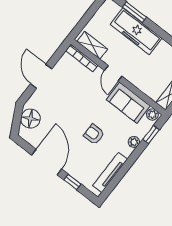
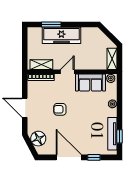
door: (113, 73) -> (67, 72), swing flipped
armchair: (94, 134) -> (60, 109), moved
window: (151, 135) -> (119, 136), moved

